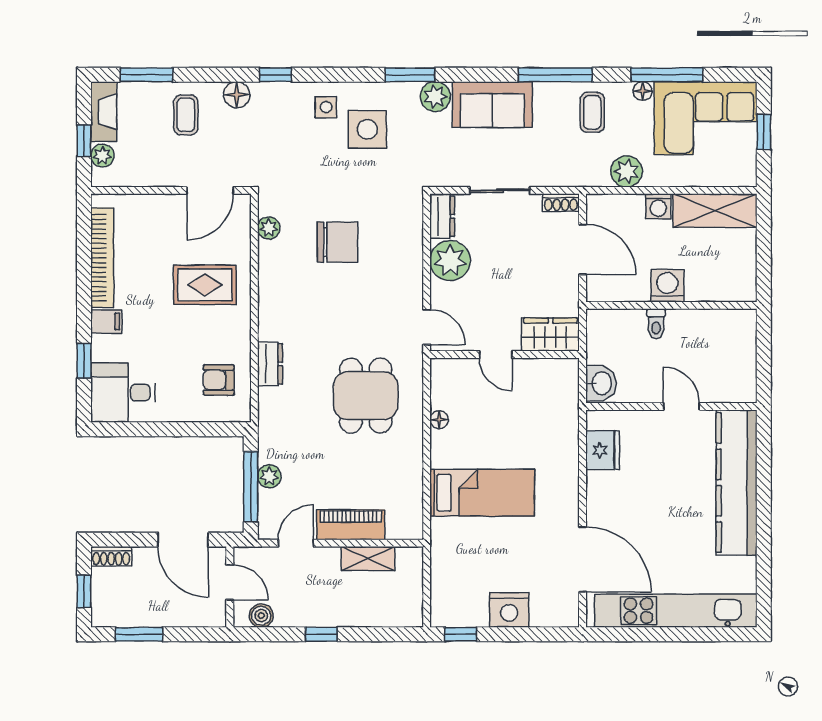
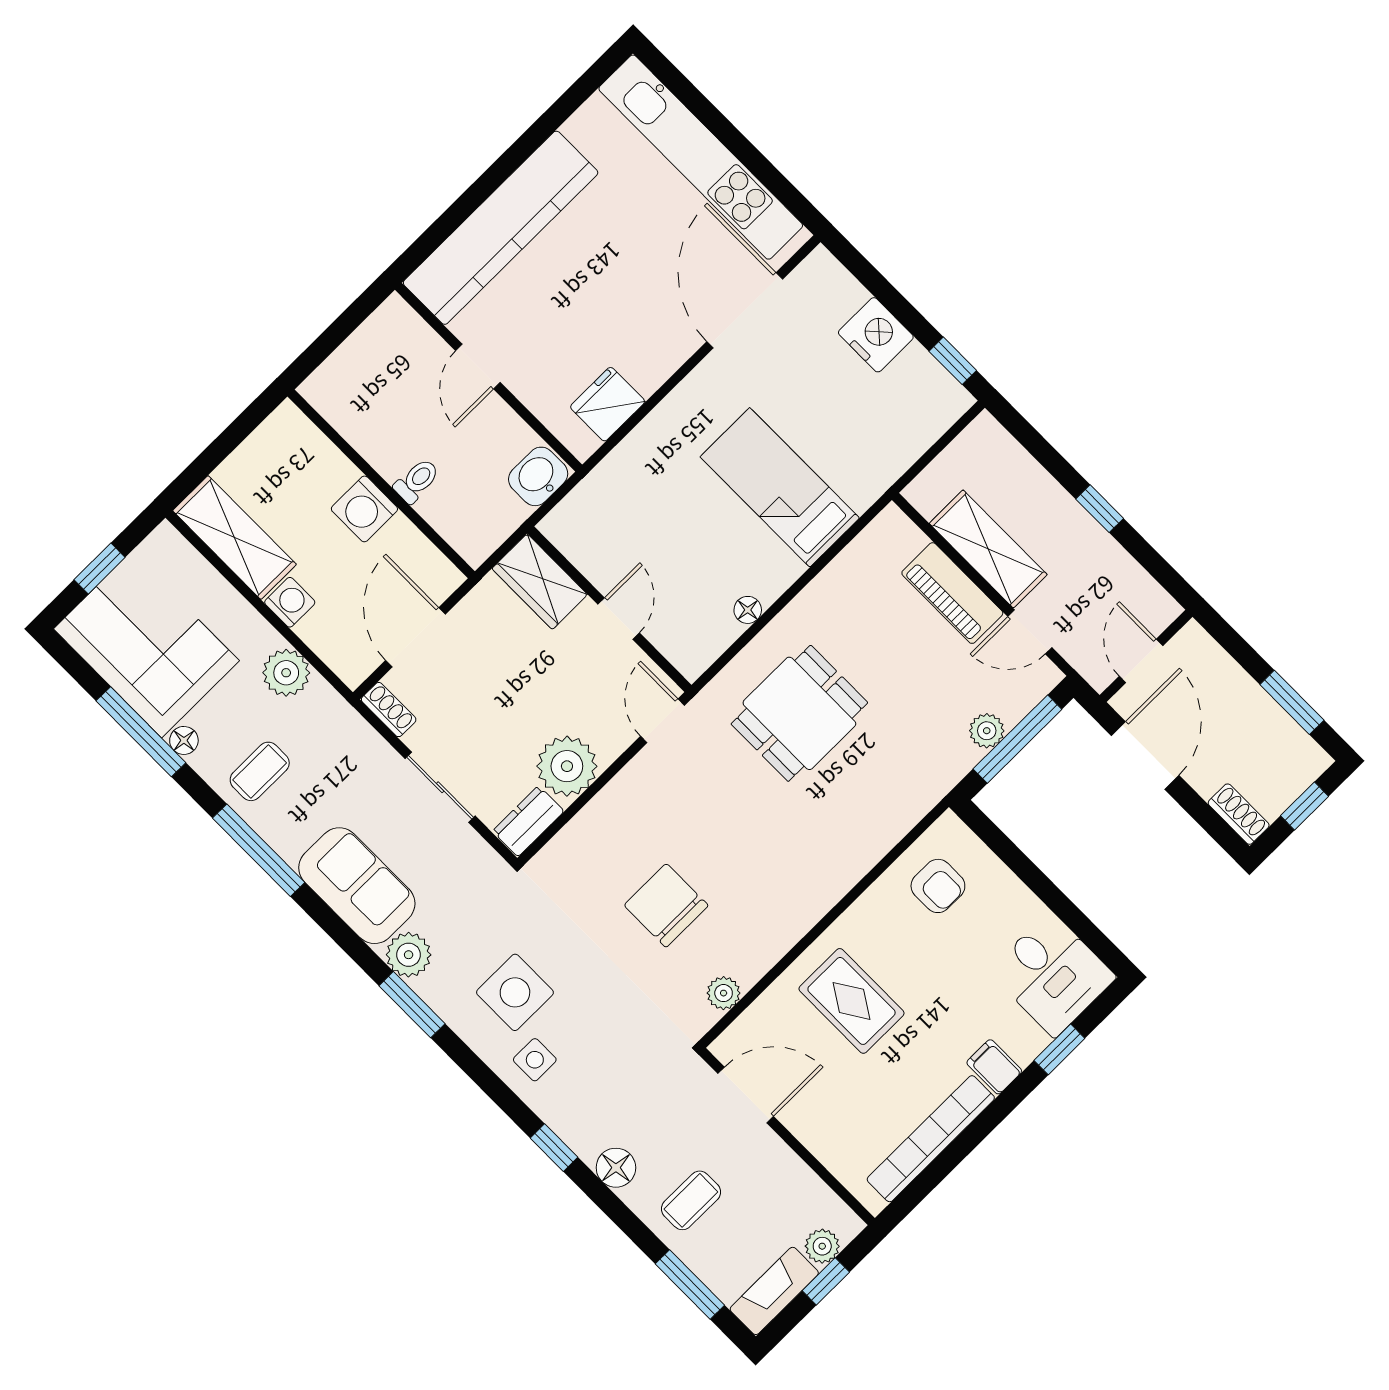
dresser: (270, 364) -> (867, 848), removed
shelving: (368, 558) -> (988, 549), width x1.50, depth x1.33
boiler: (261, 616) -> (1143, 592), removed

